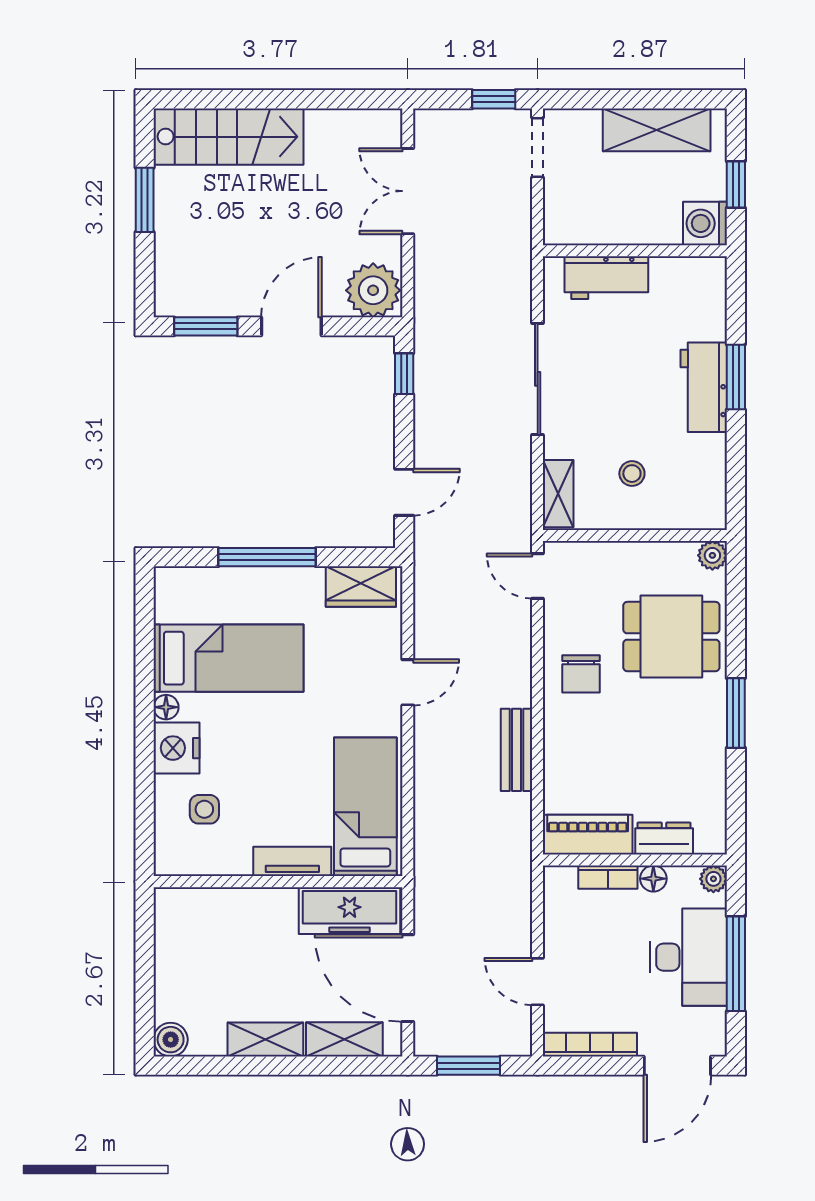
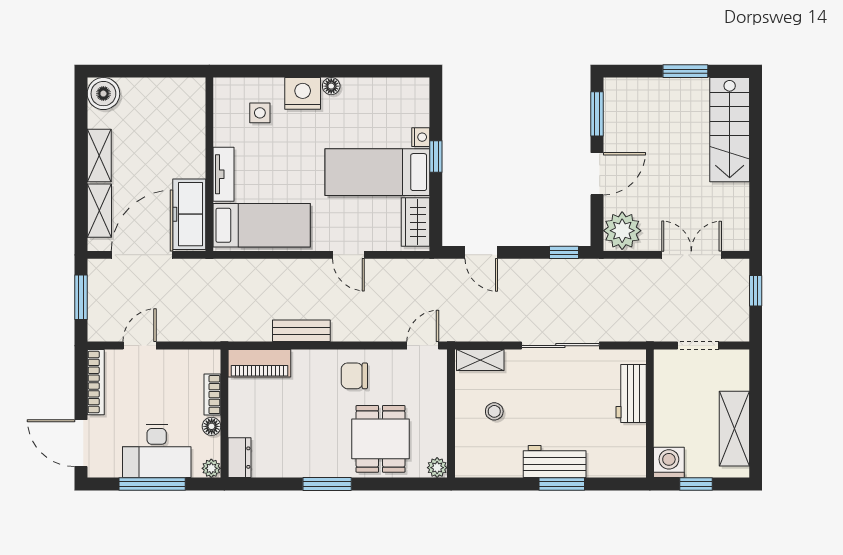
window: (494, 99) -> (756, 291), moved
doorway: (538, 147) -> (698, 346), moved
door: (291, 326) -> (597, 174), hinge flipped
window: (267, 557) -> (436, 157), width x0.46
nightstand: (239, 579) -> (421, 137), added
bed: (229, 658) -> (377, 172), moved, turned 90
piano: (588, 835) -> (259, 363), moved, turned 90
dresser: (664, 838) -> (240, 458), moved
boiler: (171, 1040) -> (103, 94), width x1.36, depth x1.36

